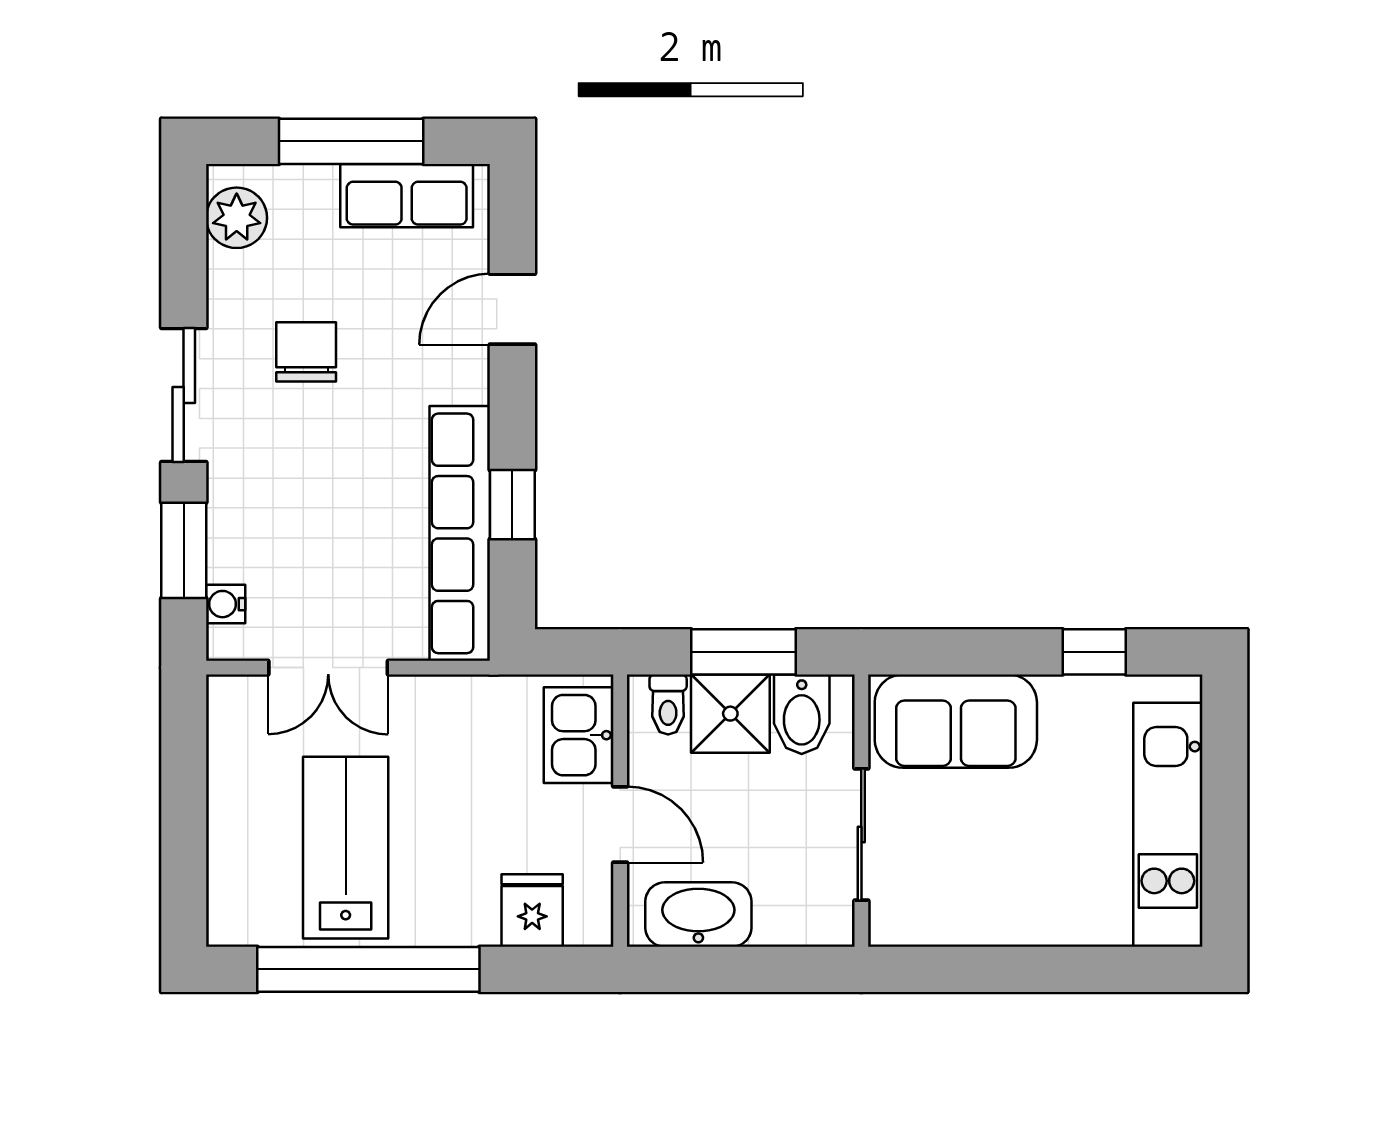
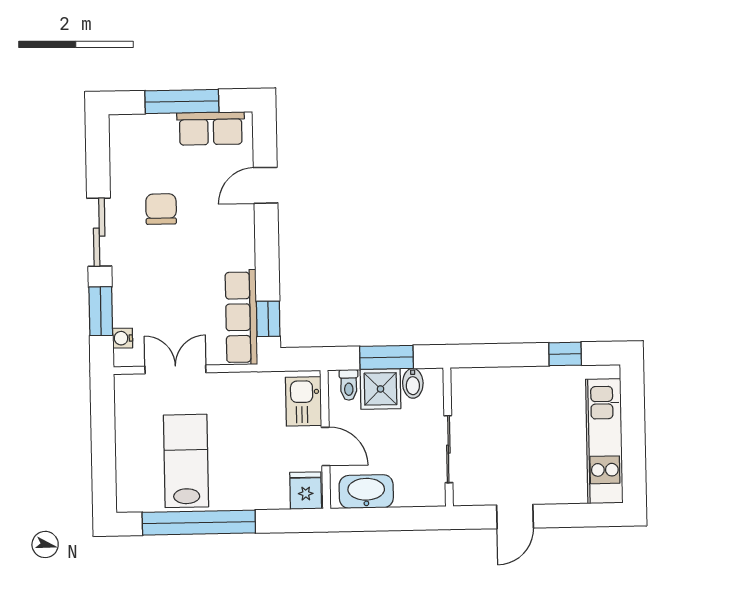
plant: (237, 218) -> (124, 141), removed
window: (512, 505) -> (268, 319), moved
row of seats: (460, 533) -> (241, 317), width x0.73
double door: (328, 668) -> (175, 369), swing flipped
bidet: (802, 714) -> (413, 383), width x0.72, depth x0.74
sofa: (956, 721) -> (495, 391), removed
fridge: (532, 911) -> (306, 491), moved
door: (990, 969) -> (515, 517), added

